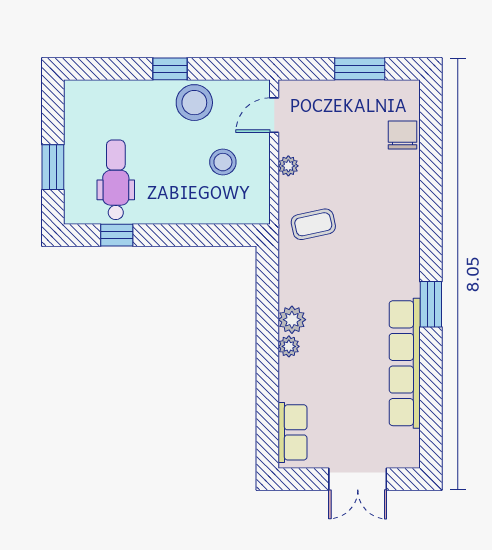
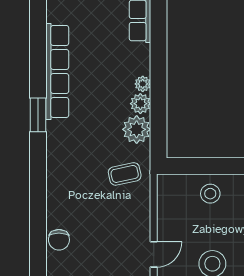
stool: (223, 162) -> (210, 194), moved
plant: (288, 166) -> (137, 129), moved, width x1.88, depth x1.88

